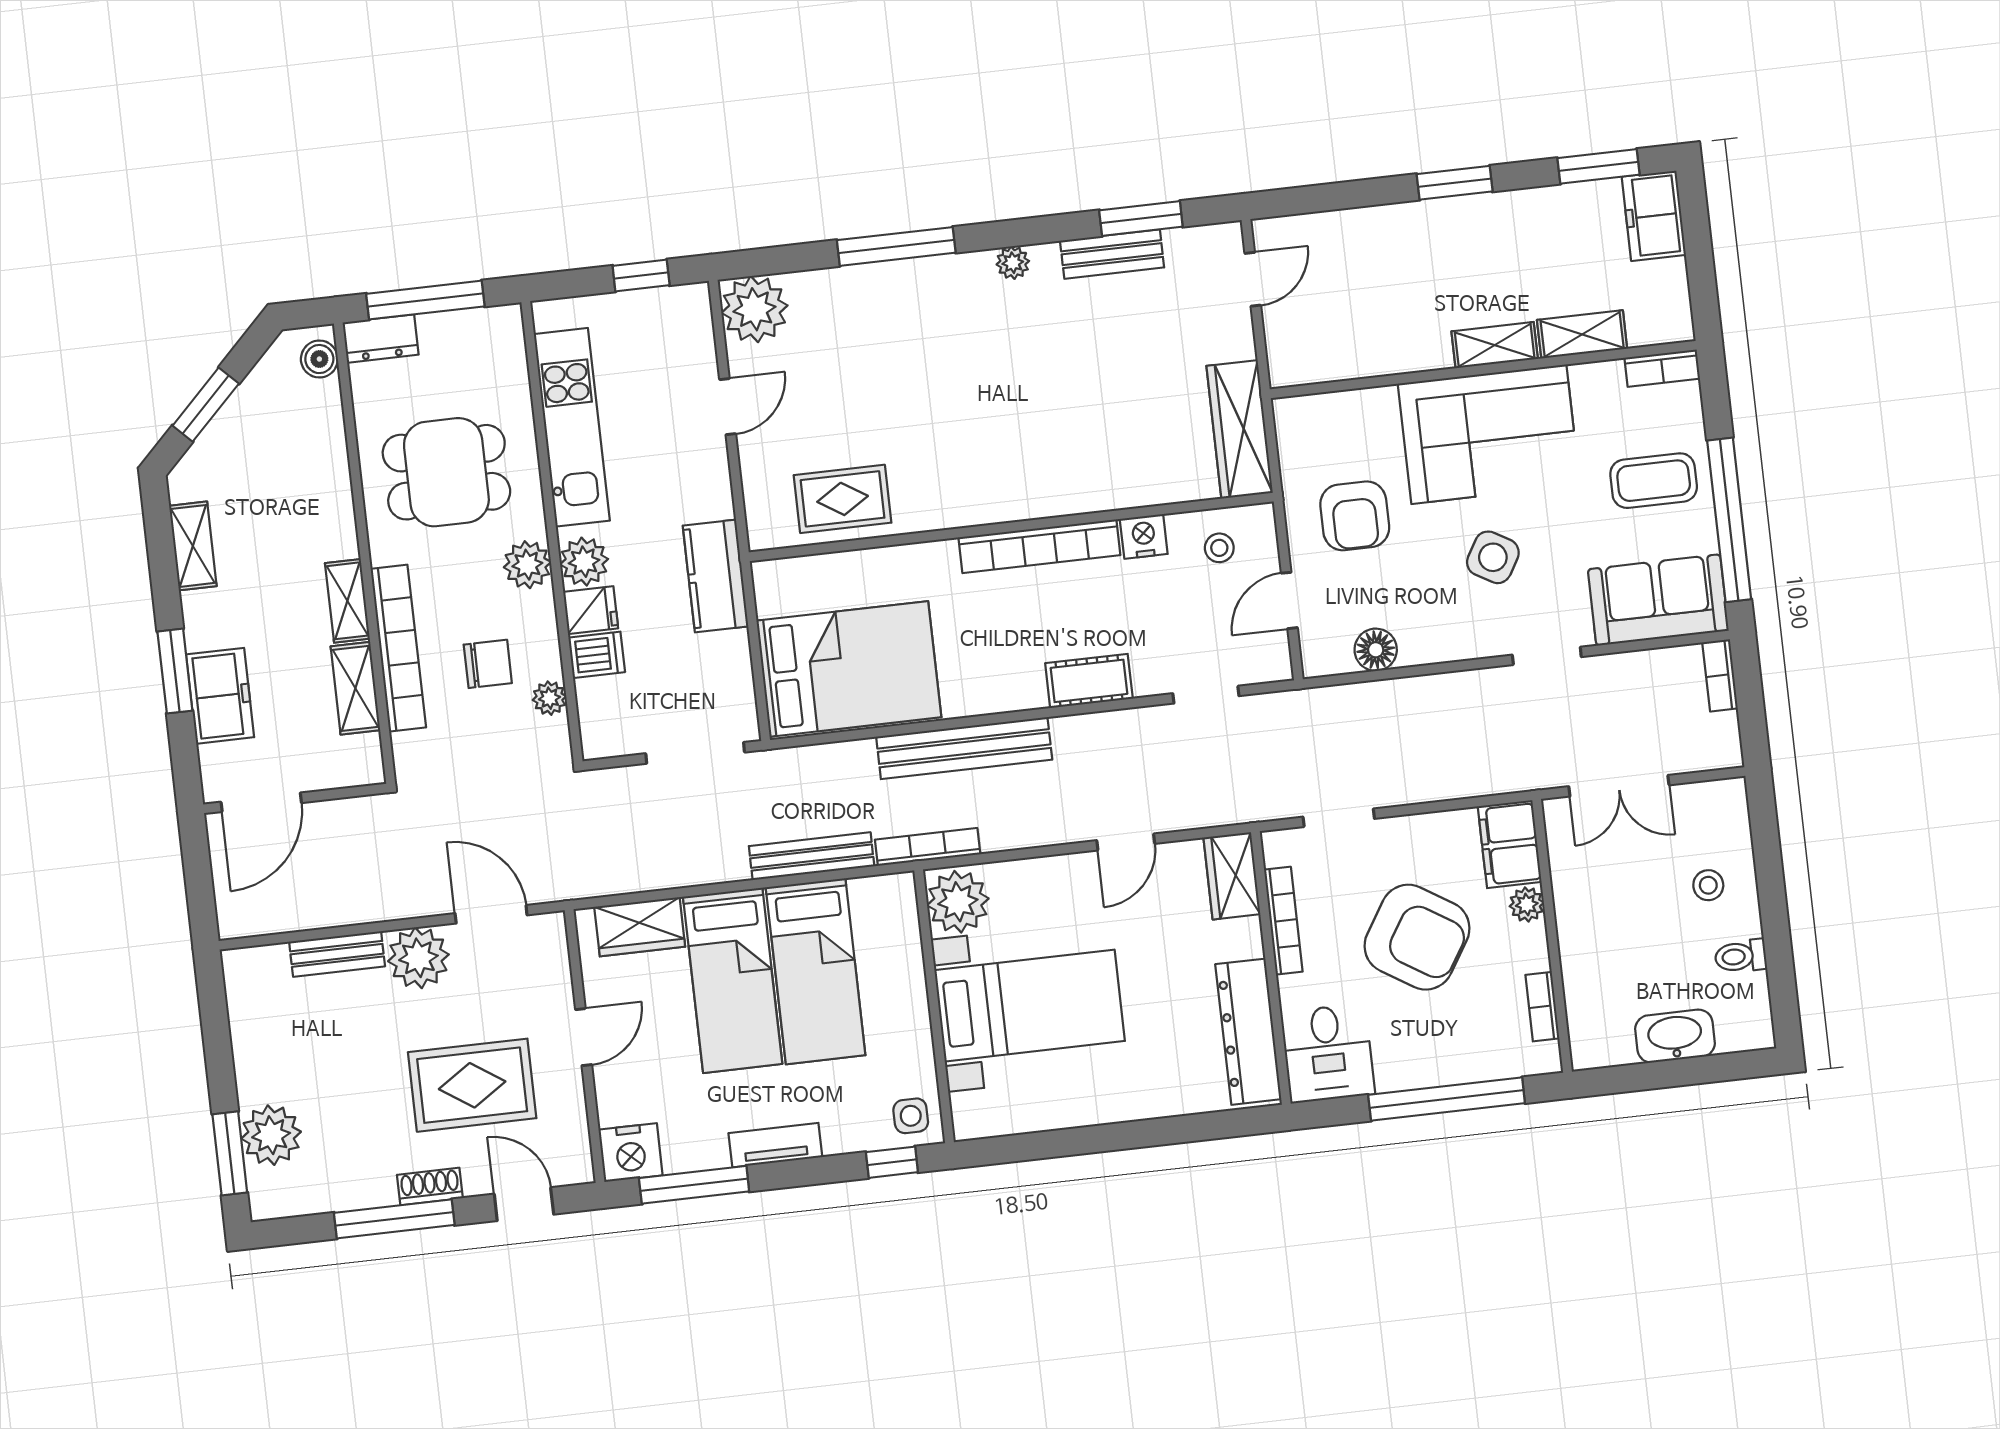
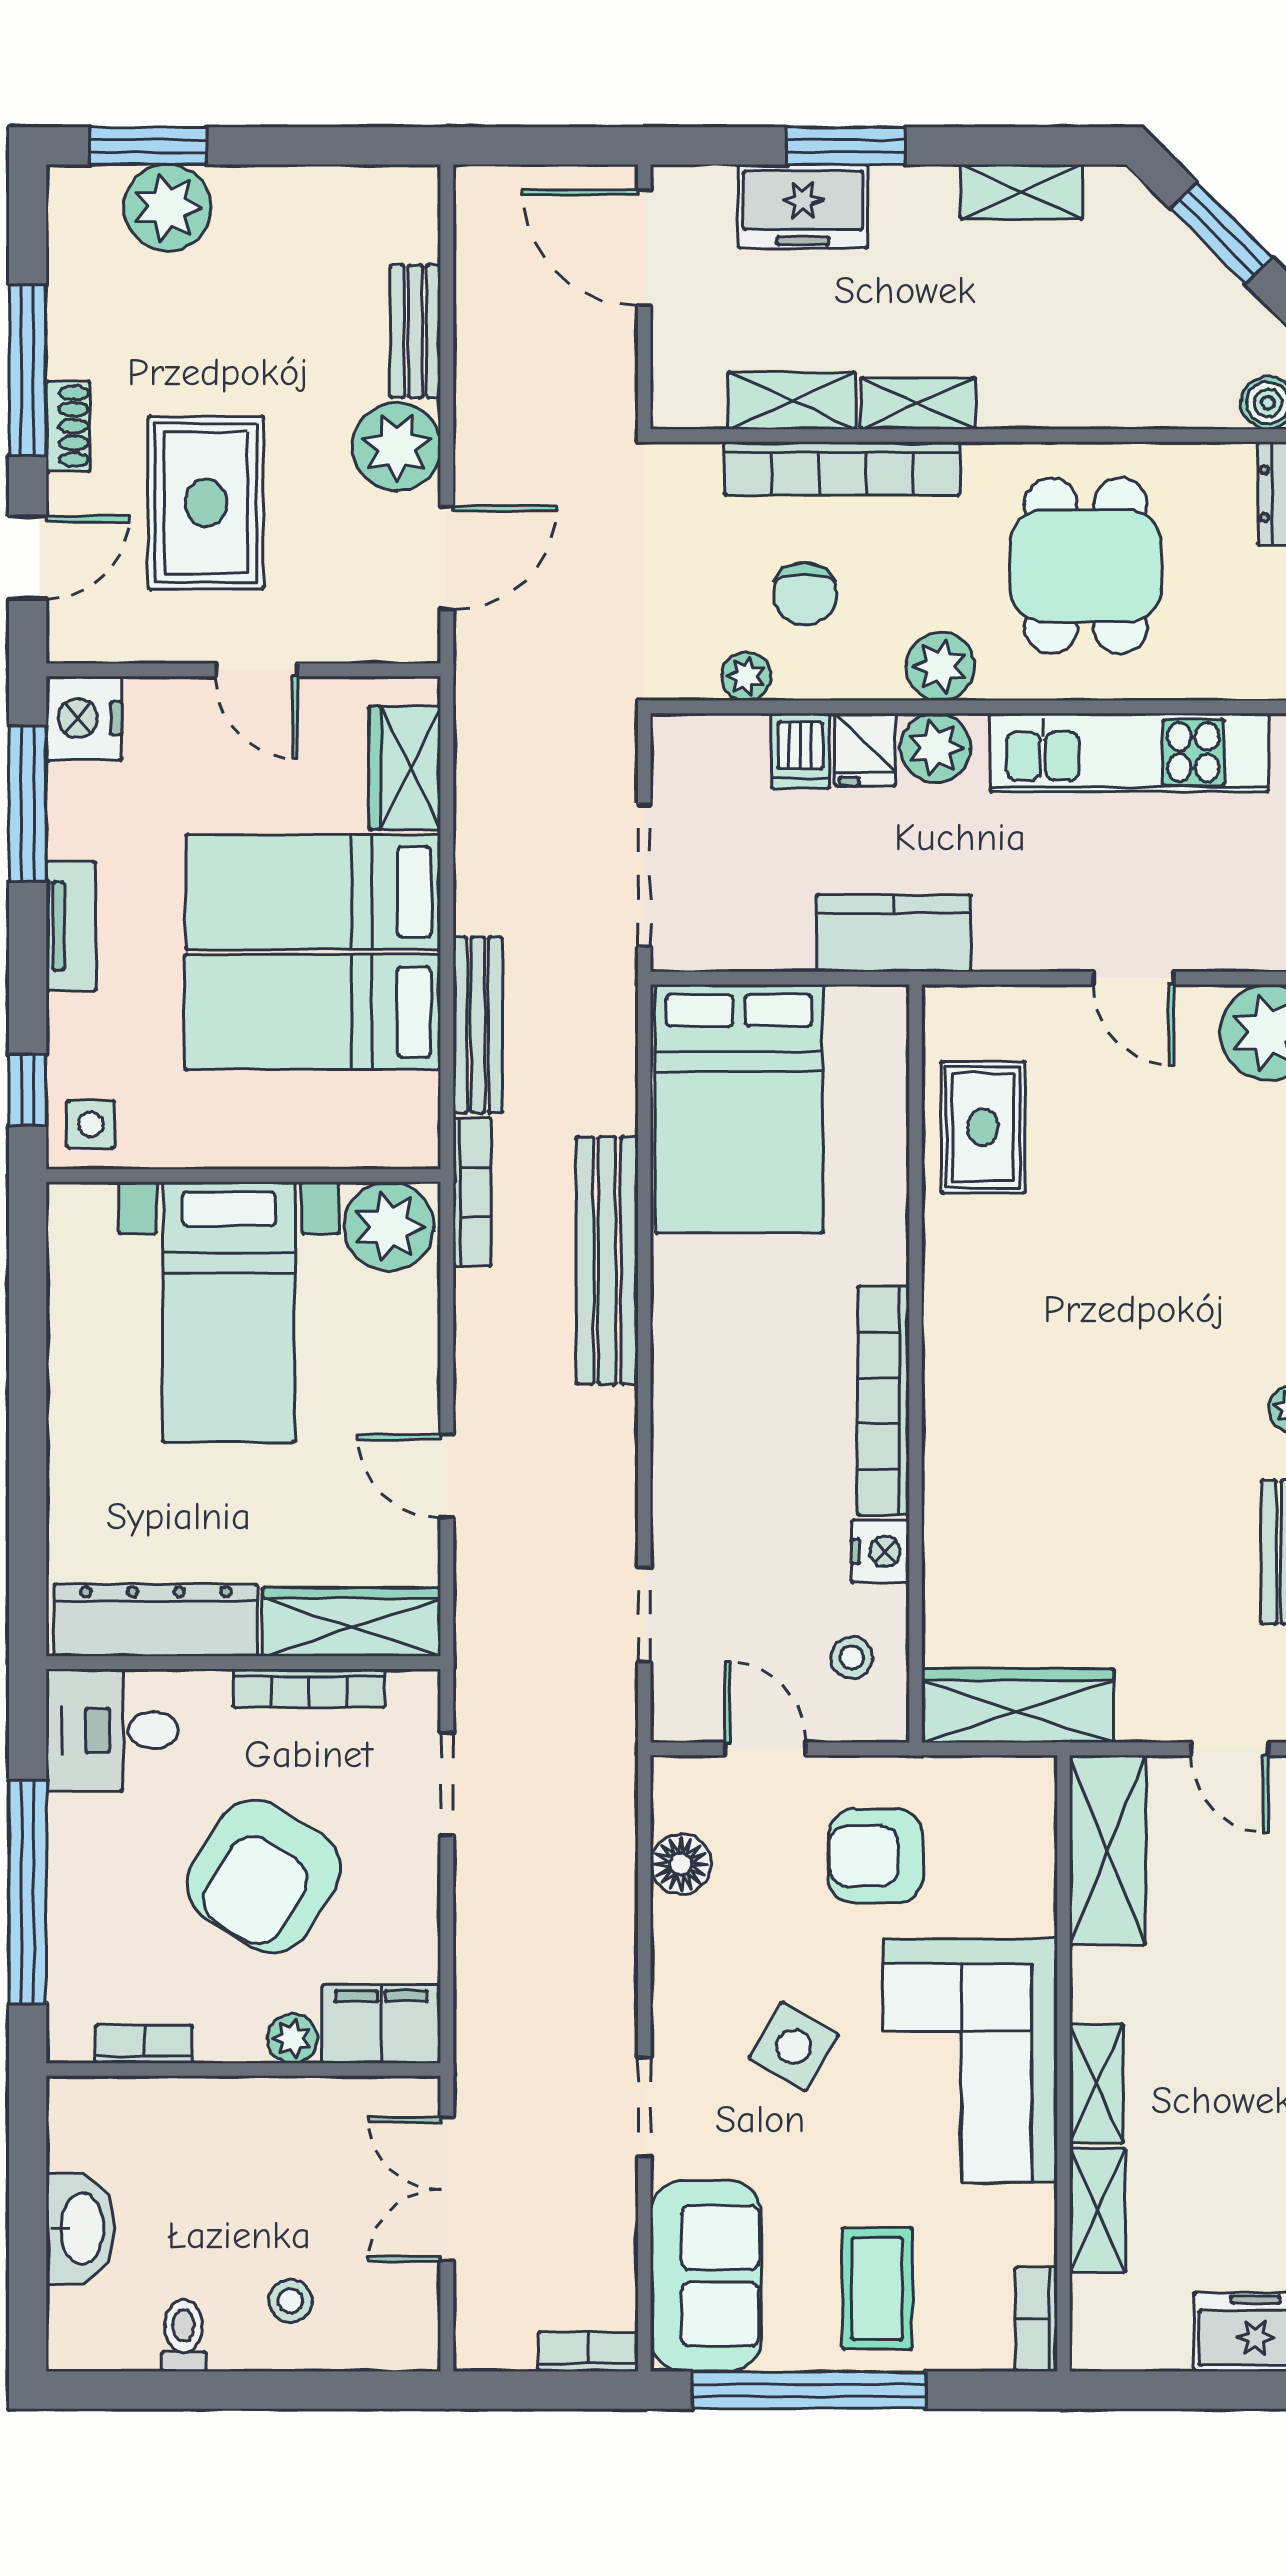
shelving: (1332, 356) -> (1108, 1850), added
cot: (1089, 681) -> (683, 1450), removed
wardrobe: (1232, 876) -> (352, 1622), width x1.50

